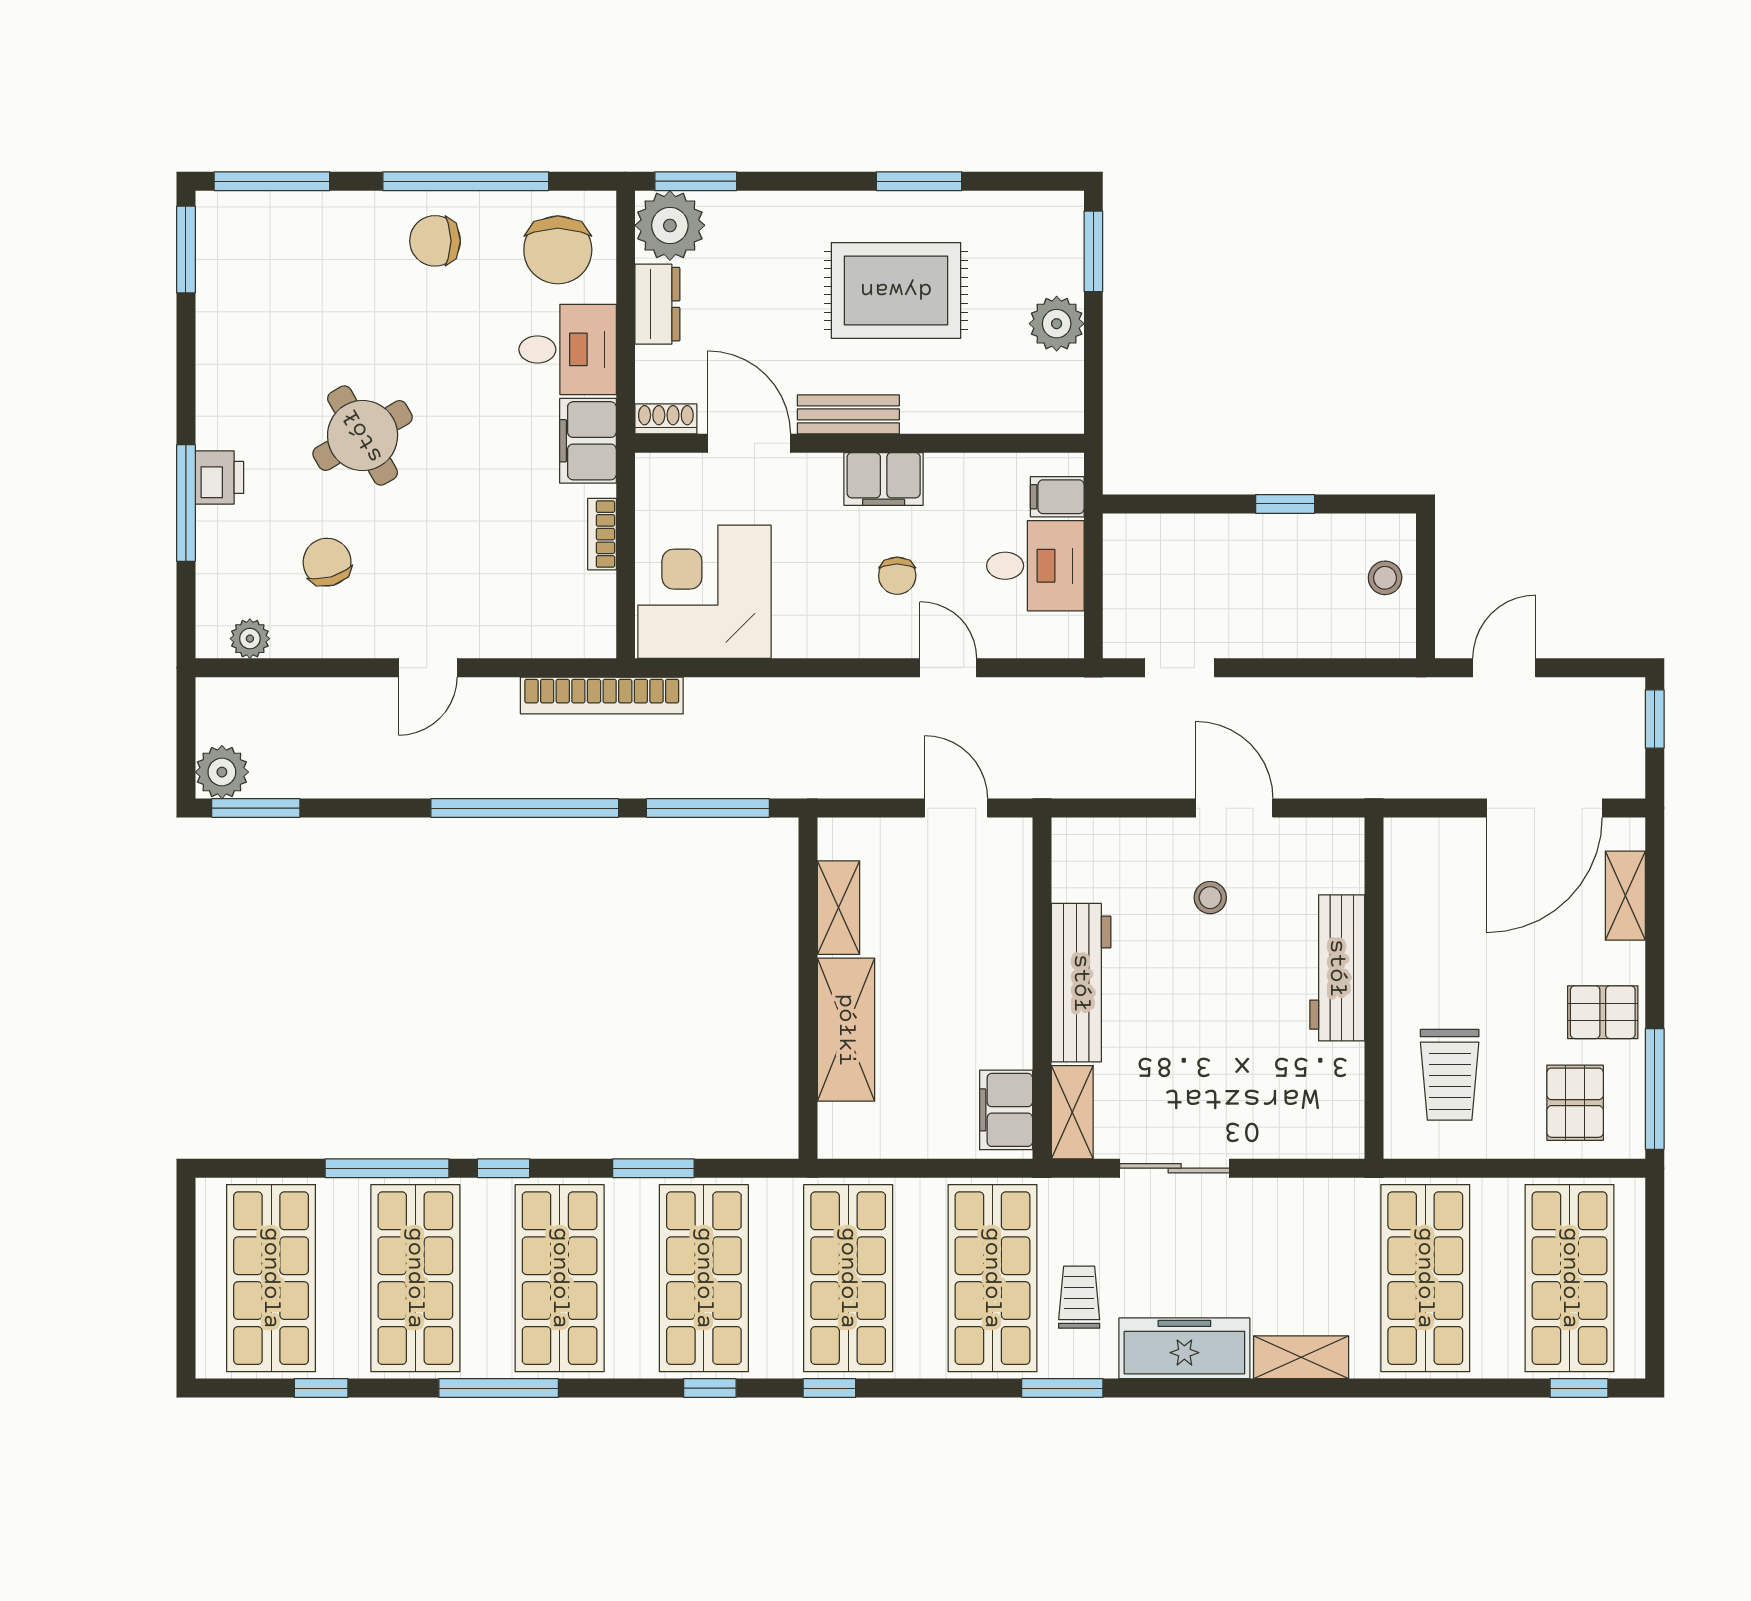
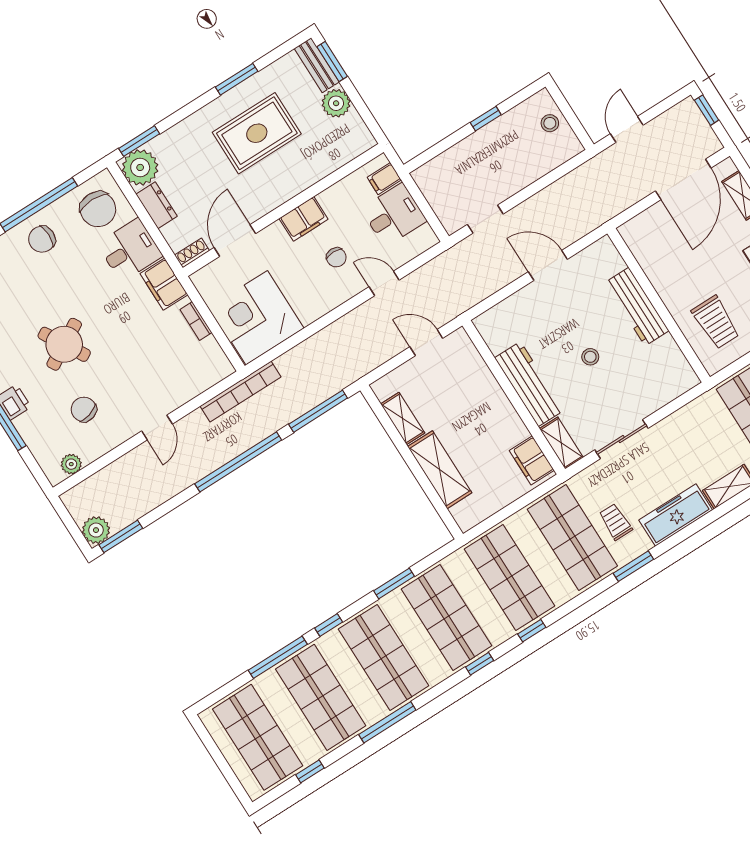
bench: (848, 414) -> (317, 65), moved, turned 90
door: (749, 443) -> (235, 241), hinge flipped
stool: (1210, 898) -> (590, 357), moved

